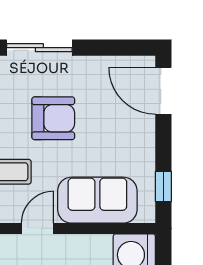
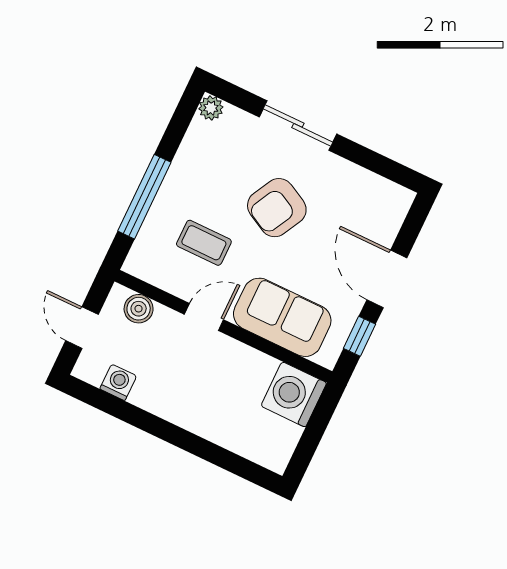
door: (163, 91) -> (387, 279), moved
armchair: (53, 118) -> (277, 208), turned 118

